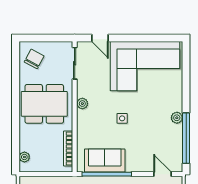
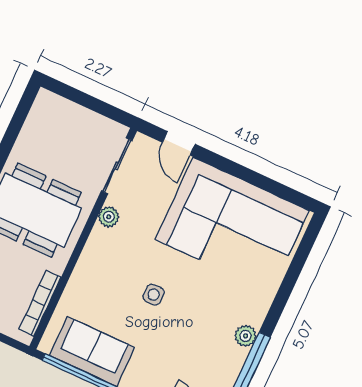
chair: (34, 59) -> (52, 127), removed
plant: (82, 104) -> (109, 217), moved

